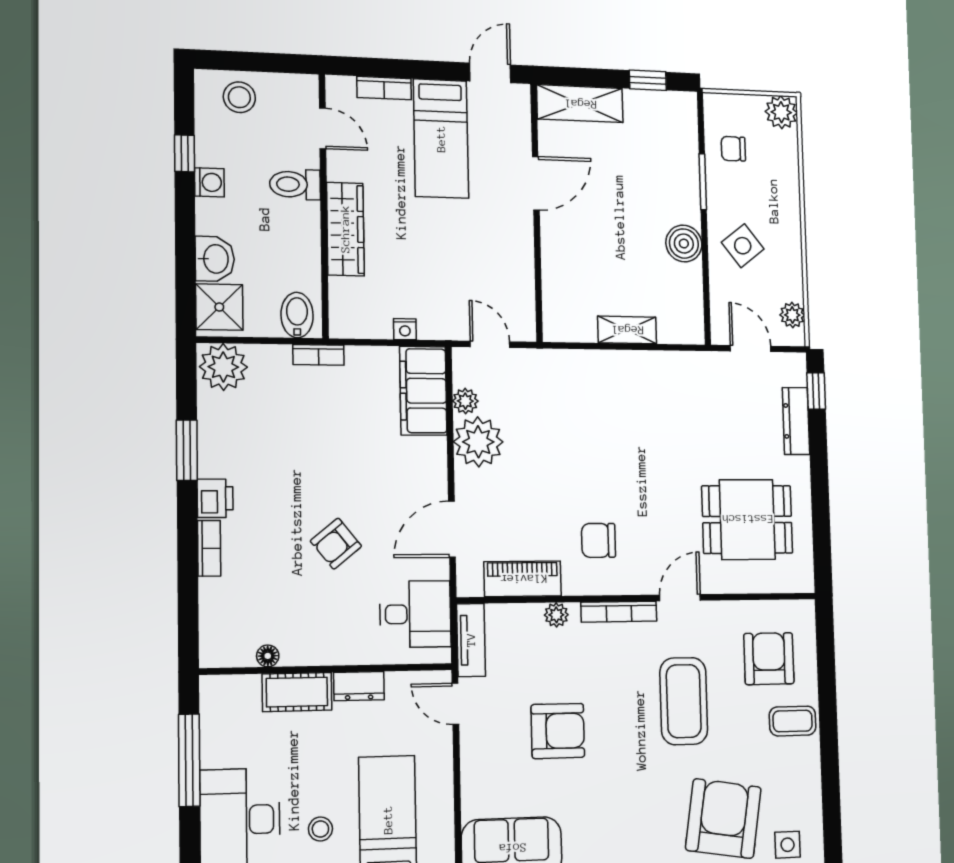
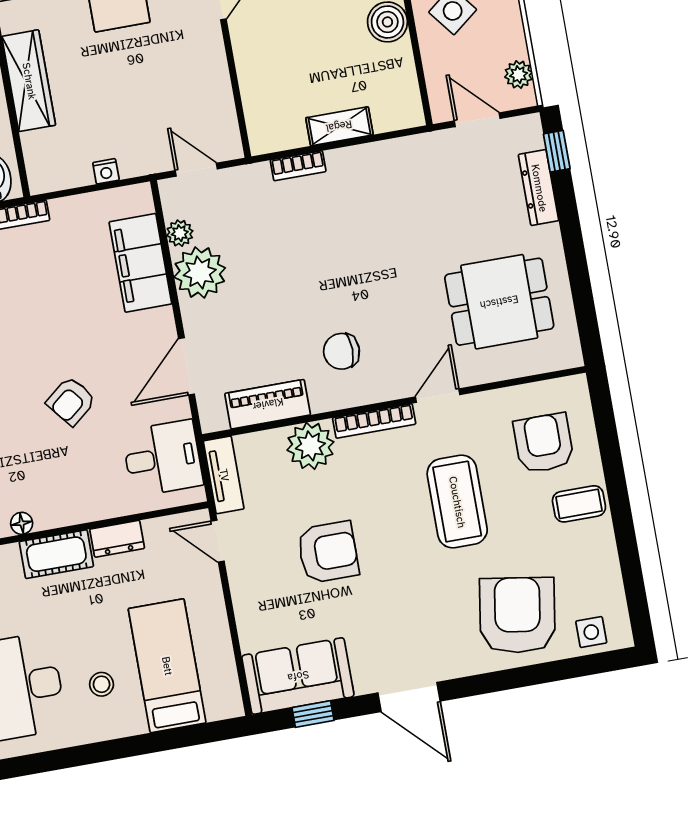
bookcase: (584, 359) -> (298, 166), added
filing cabinet: (423, 391) -> (140, 263), moved
plant: (556, 615) -> (310, 446), width x1.87, depth x1.87

